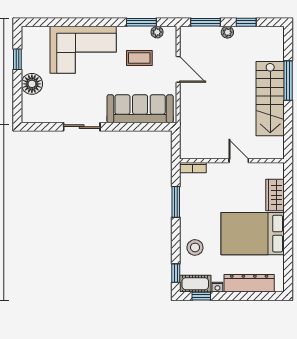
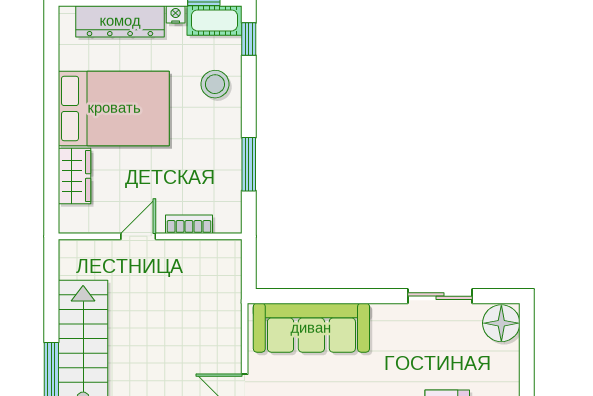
floor lamp: (32, 84) -> (501, 323), moved
sliding door: (82, 127) -> (440, 296), moved
door: (239, 161) -> (138, 236), swing flipped
bookcase: (193, 168) -> (189, 224), moved

